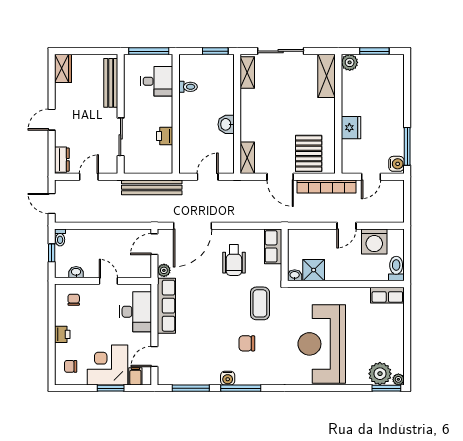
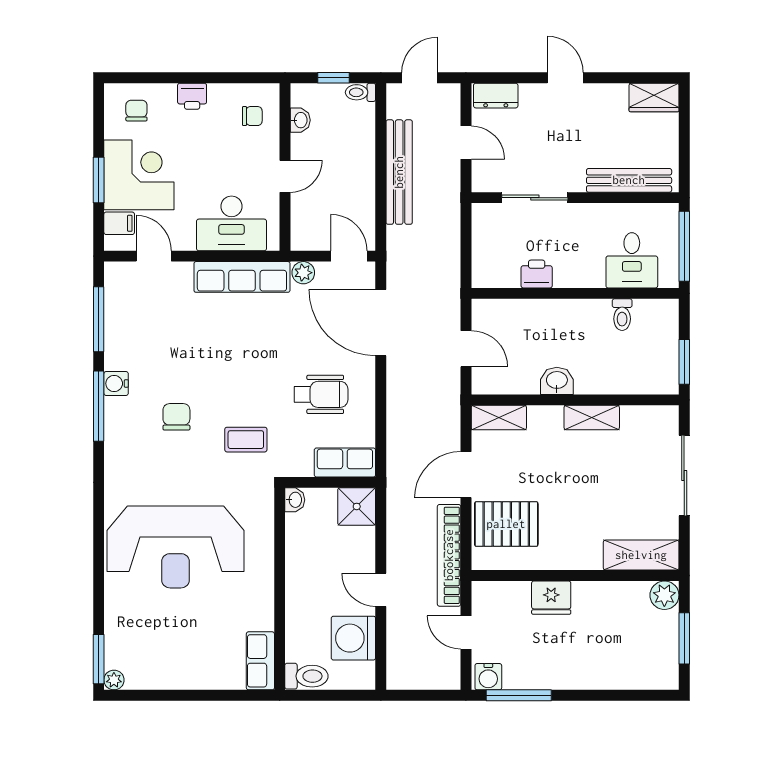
shelving: (247, 72) -> (592, 418), moved
bench: (152, 187) -> (399, 172), moved
wheelchair: (234, 260) -> (321, 394), turned 180
shower: (314, 270) -> (357, 506), moved
coffee table: (260, 303) -> (246, 440), width x0.73, depth x0.77
reception desk: (322, 344) -> (175, 547), turned 180
plant: (380, 374) -> (124, 648), removed

